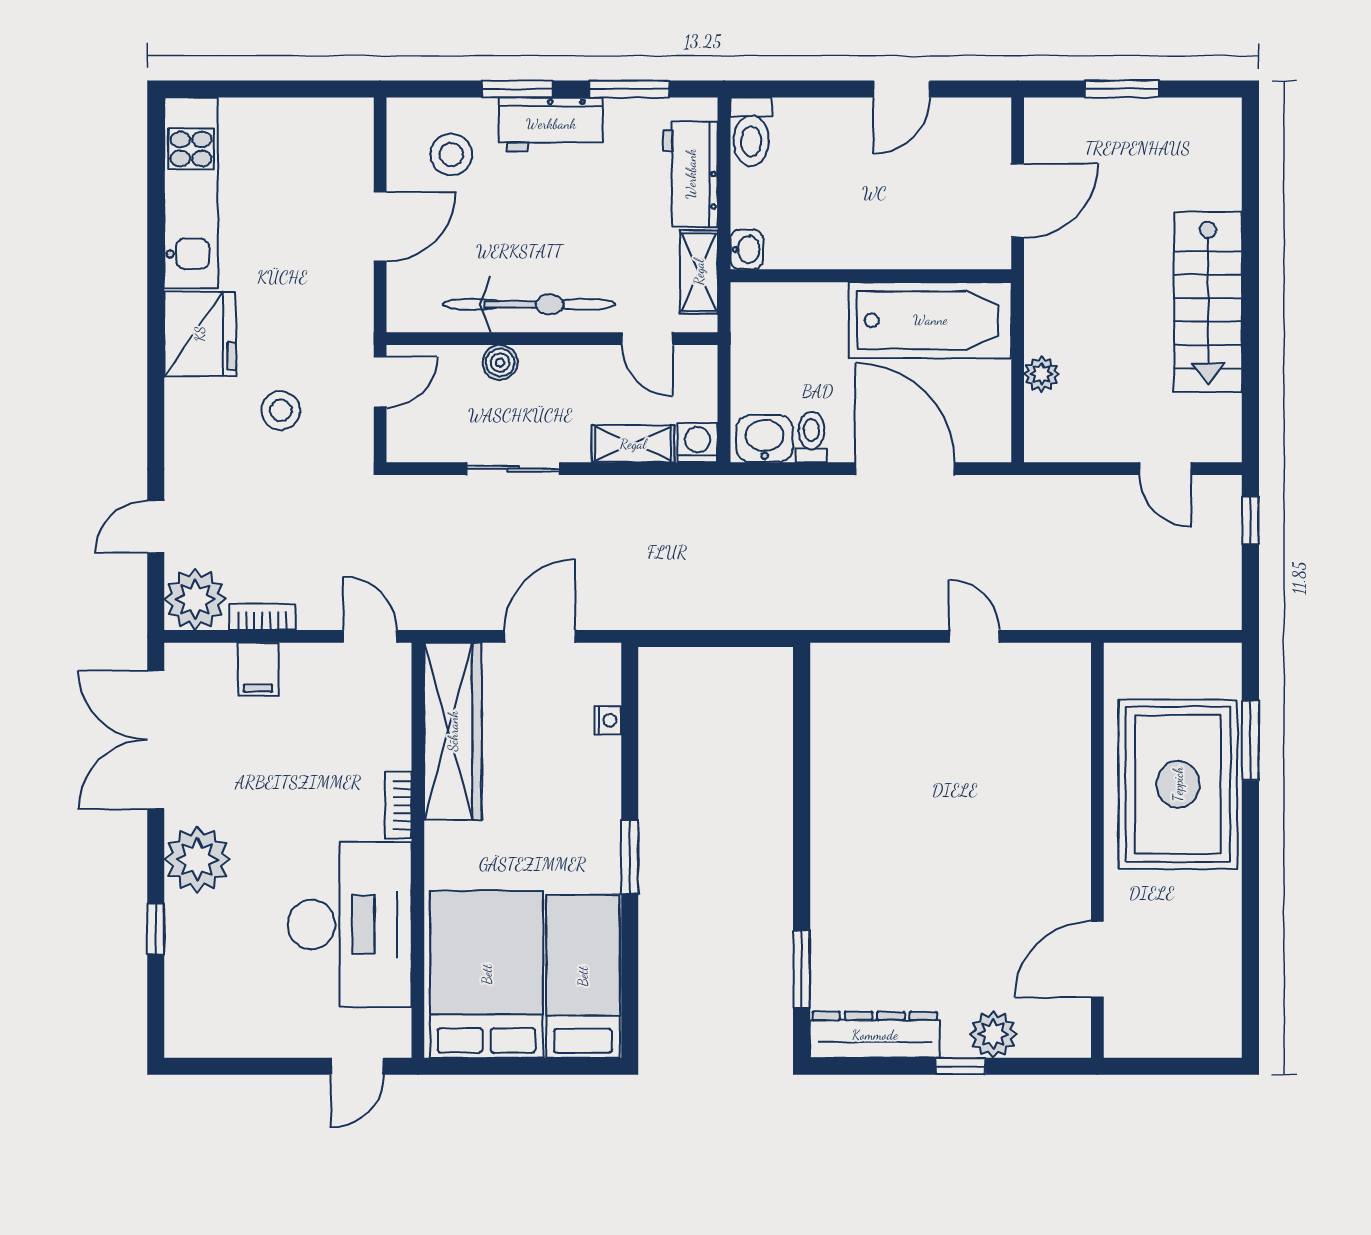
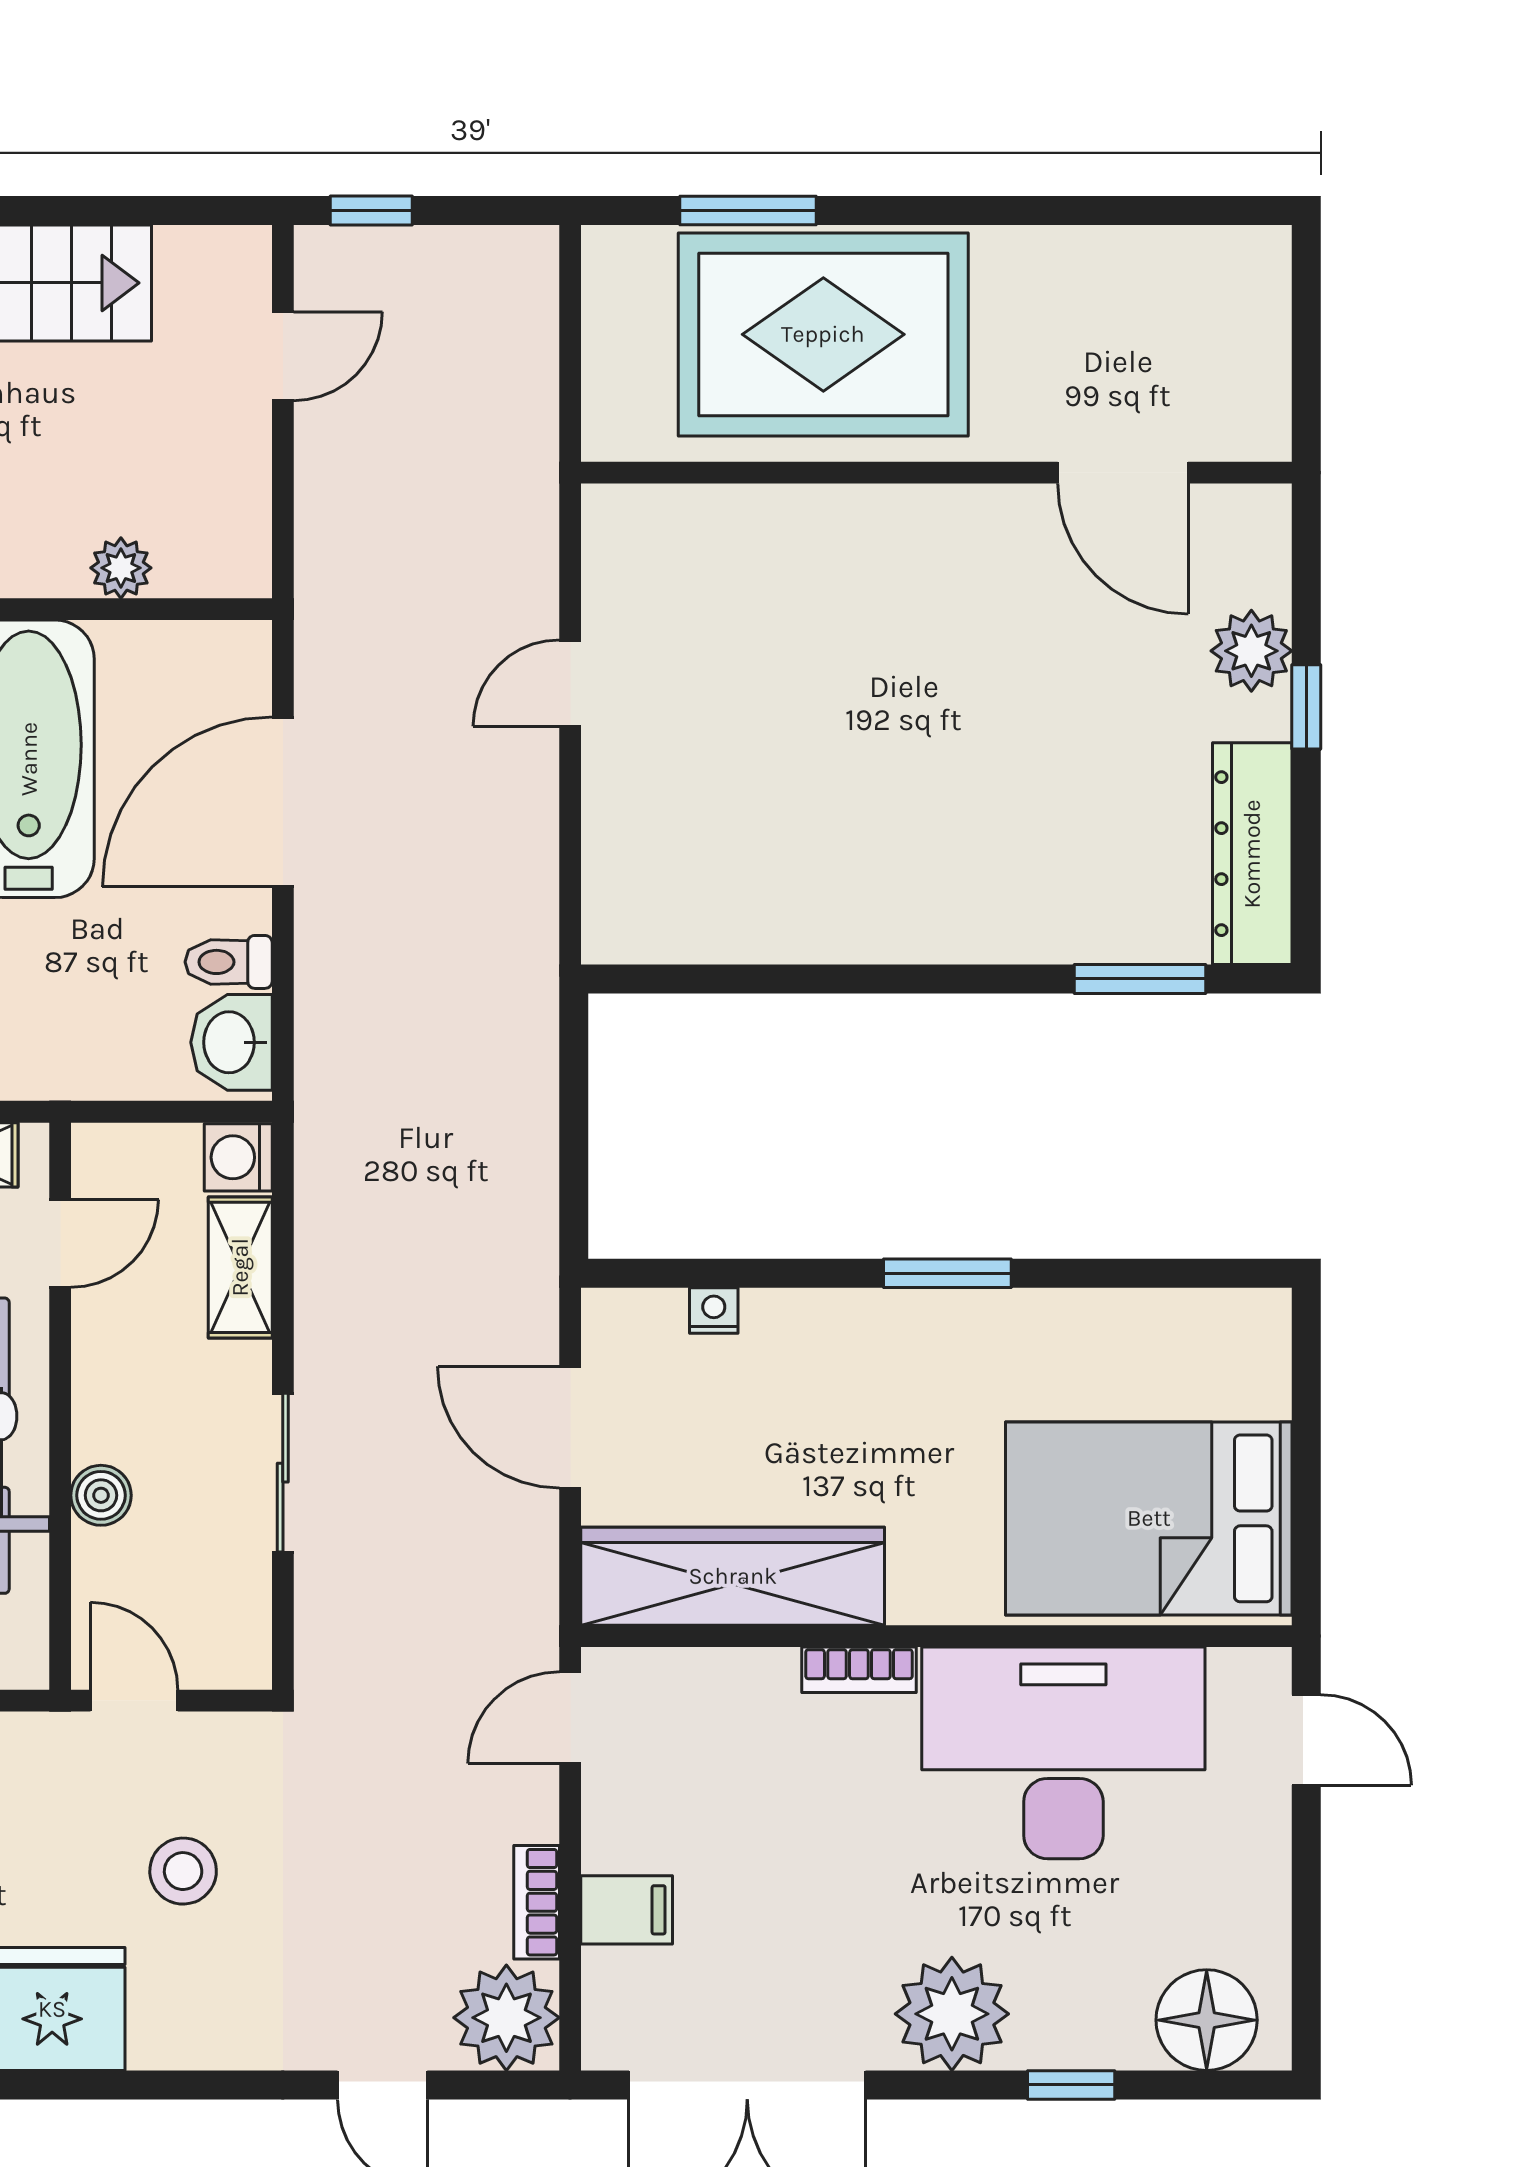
bed: (583, 976) -> (1152, 1353), removed
floor lamp: (194, 1008) -> (1207, 2020), added

